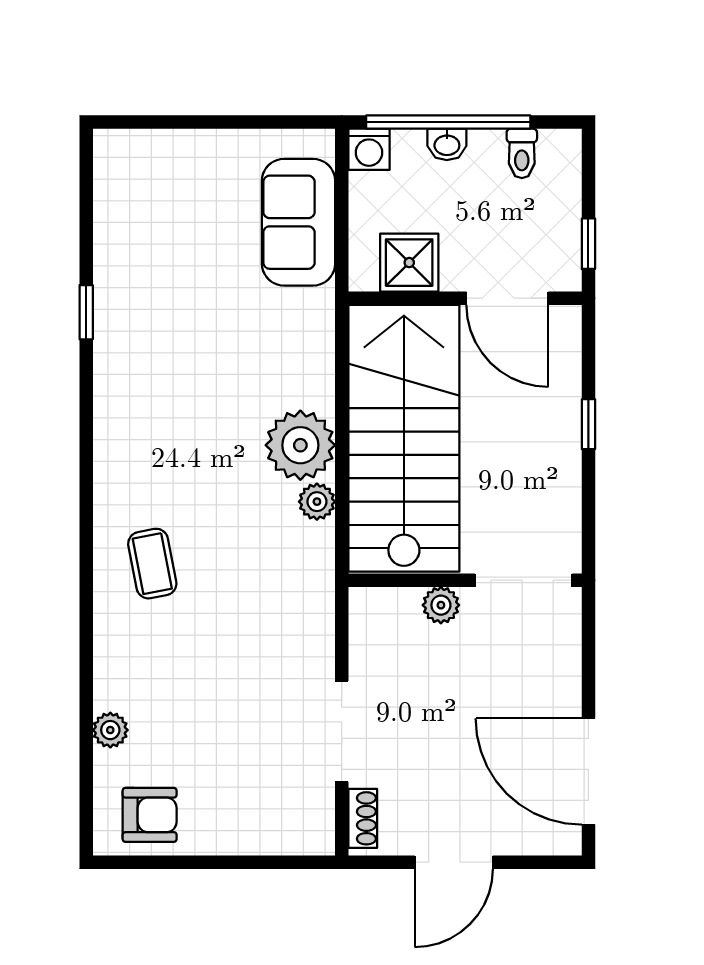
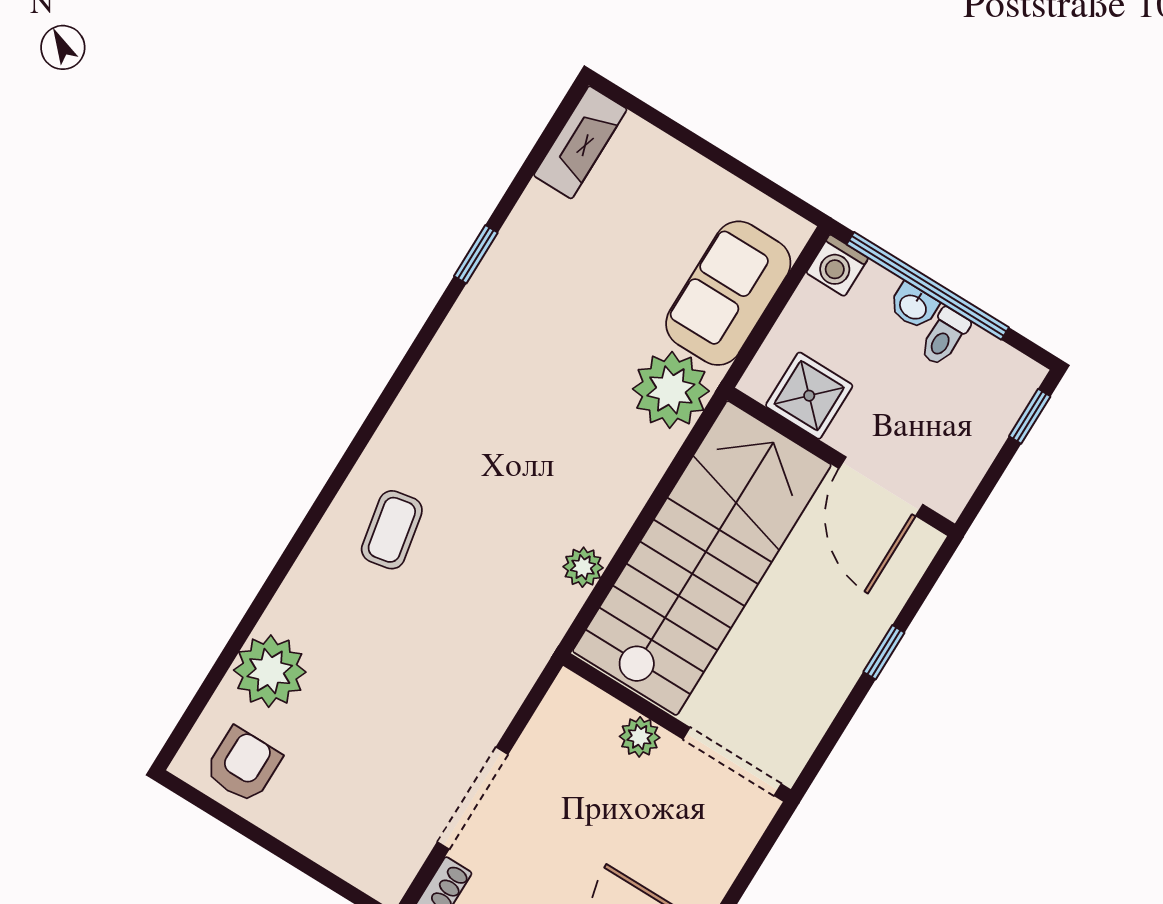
toilet: (522, 153) -> (944, 337), moved
fireplace: (113, 177) -> (580, 142), added
window: (588, 244) -> (1030, 416), moved
plant: (300, 445) -> (671, 390), moved
plant: (110, 730) -> (270, 671), width x1.88, depth x1.88
armchair: (150, 815) -> (243, 765), turned -90

